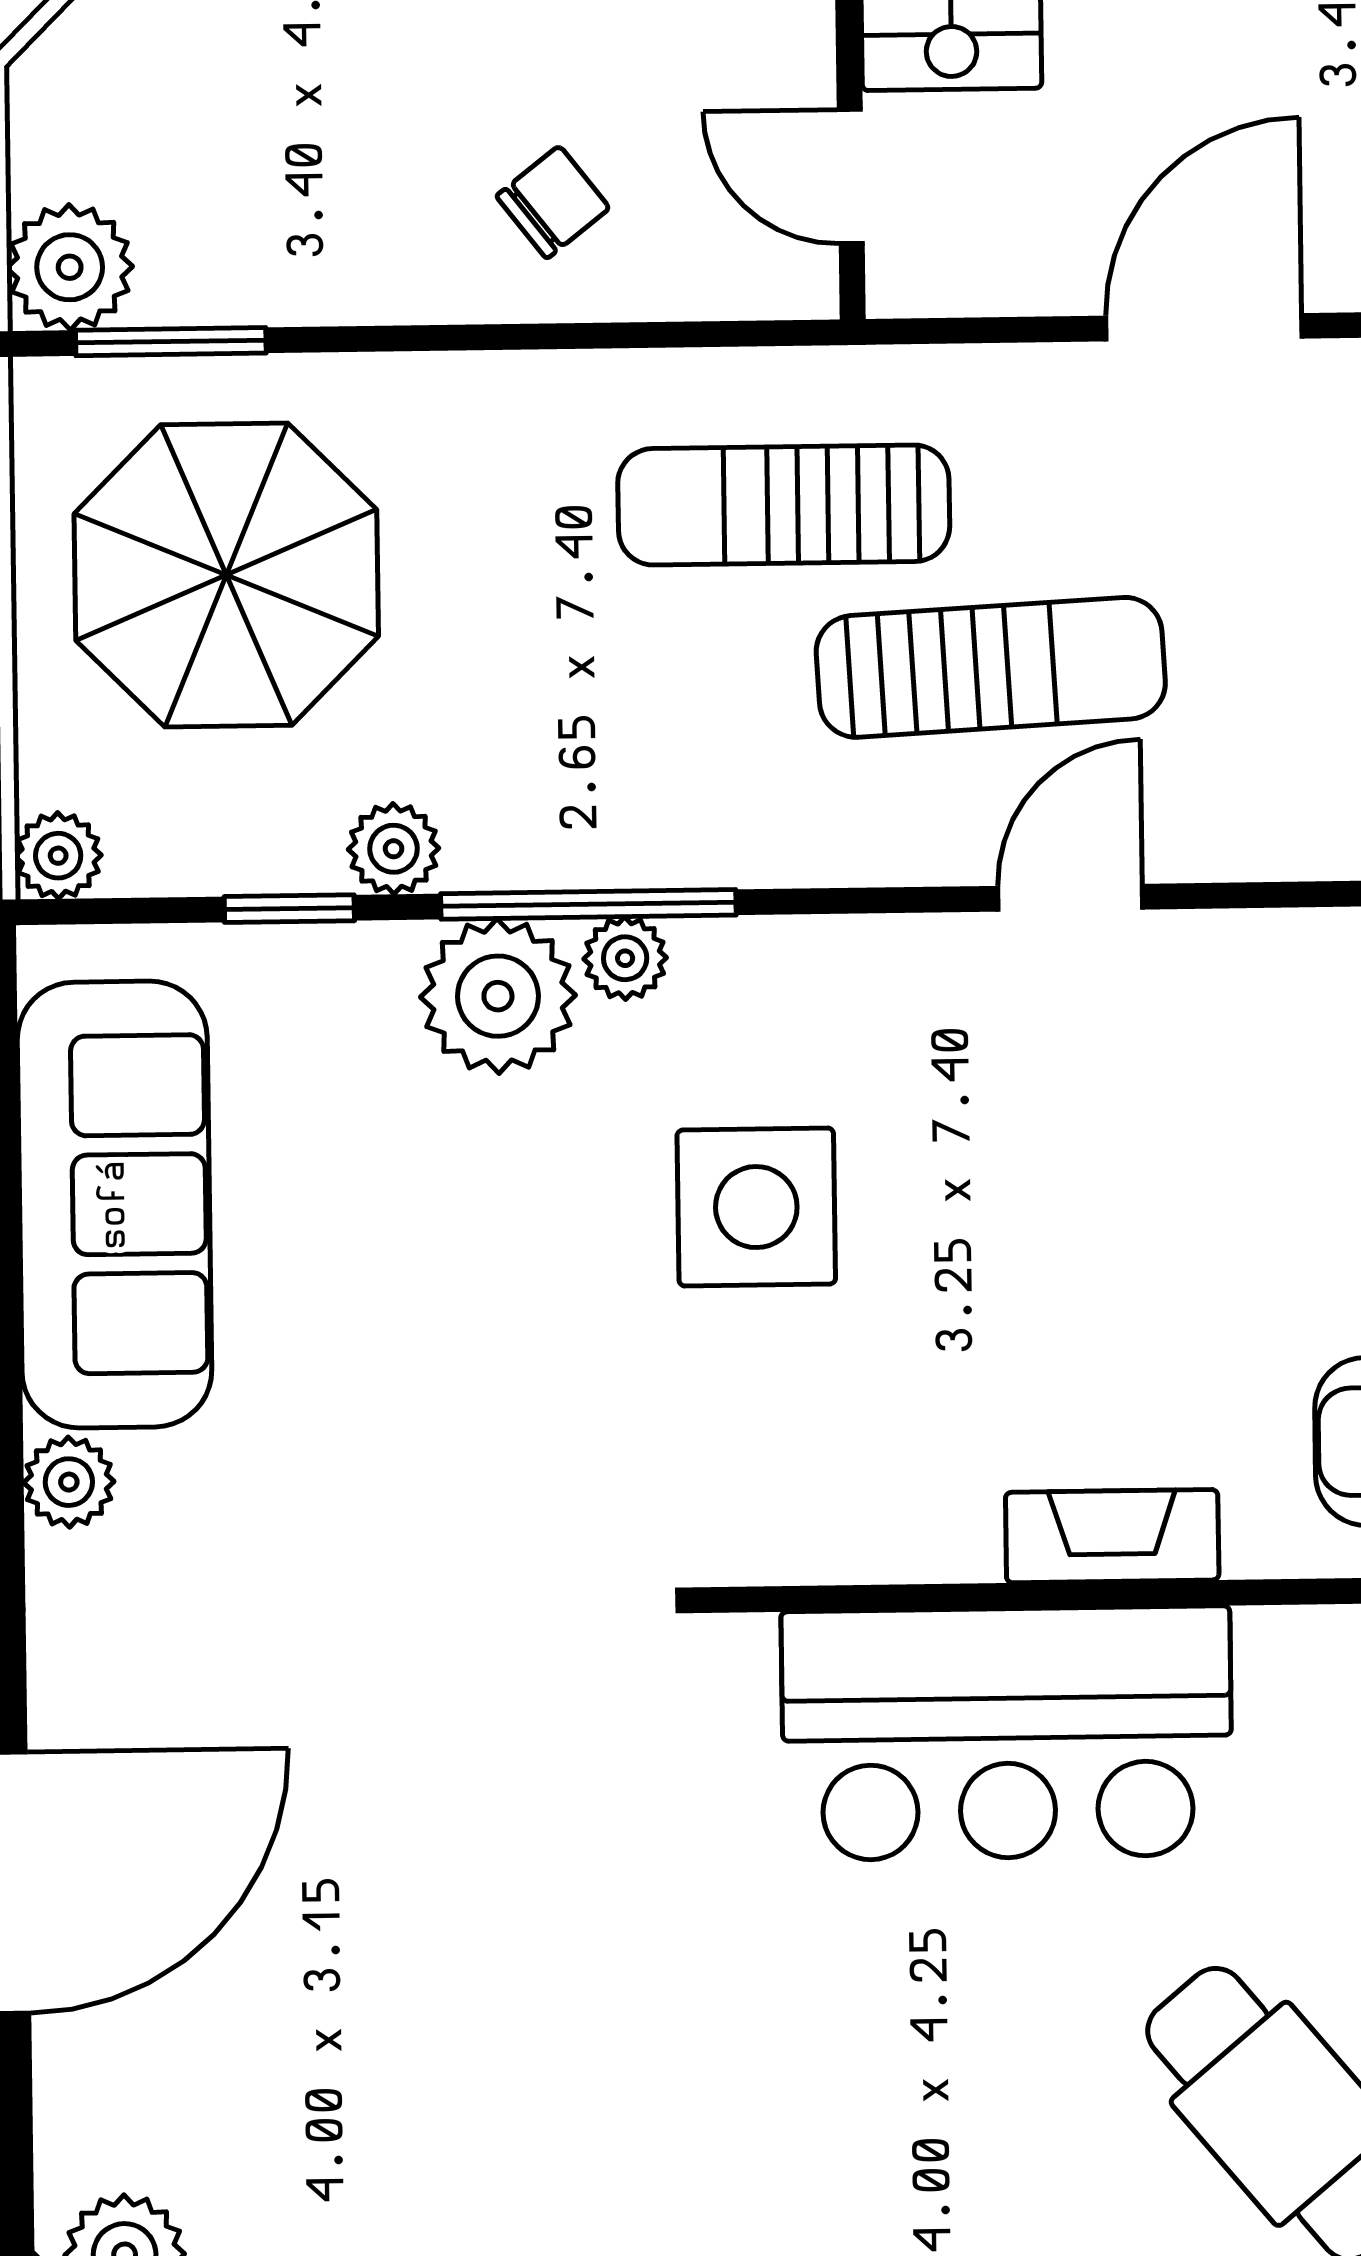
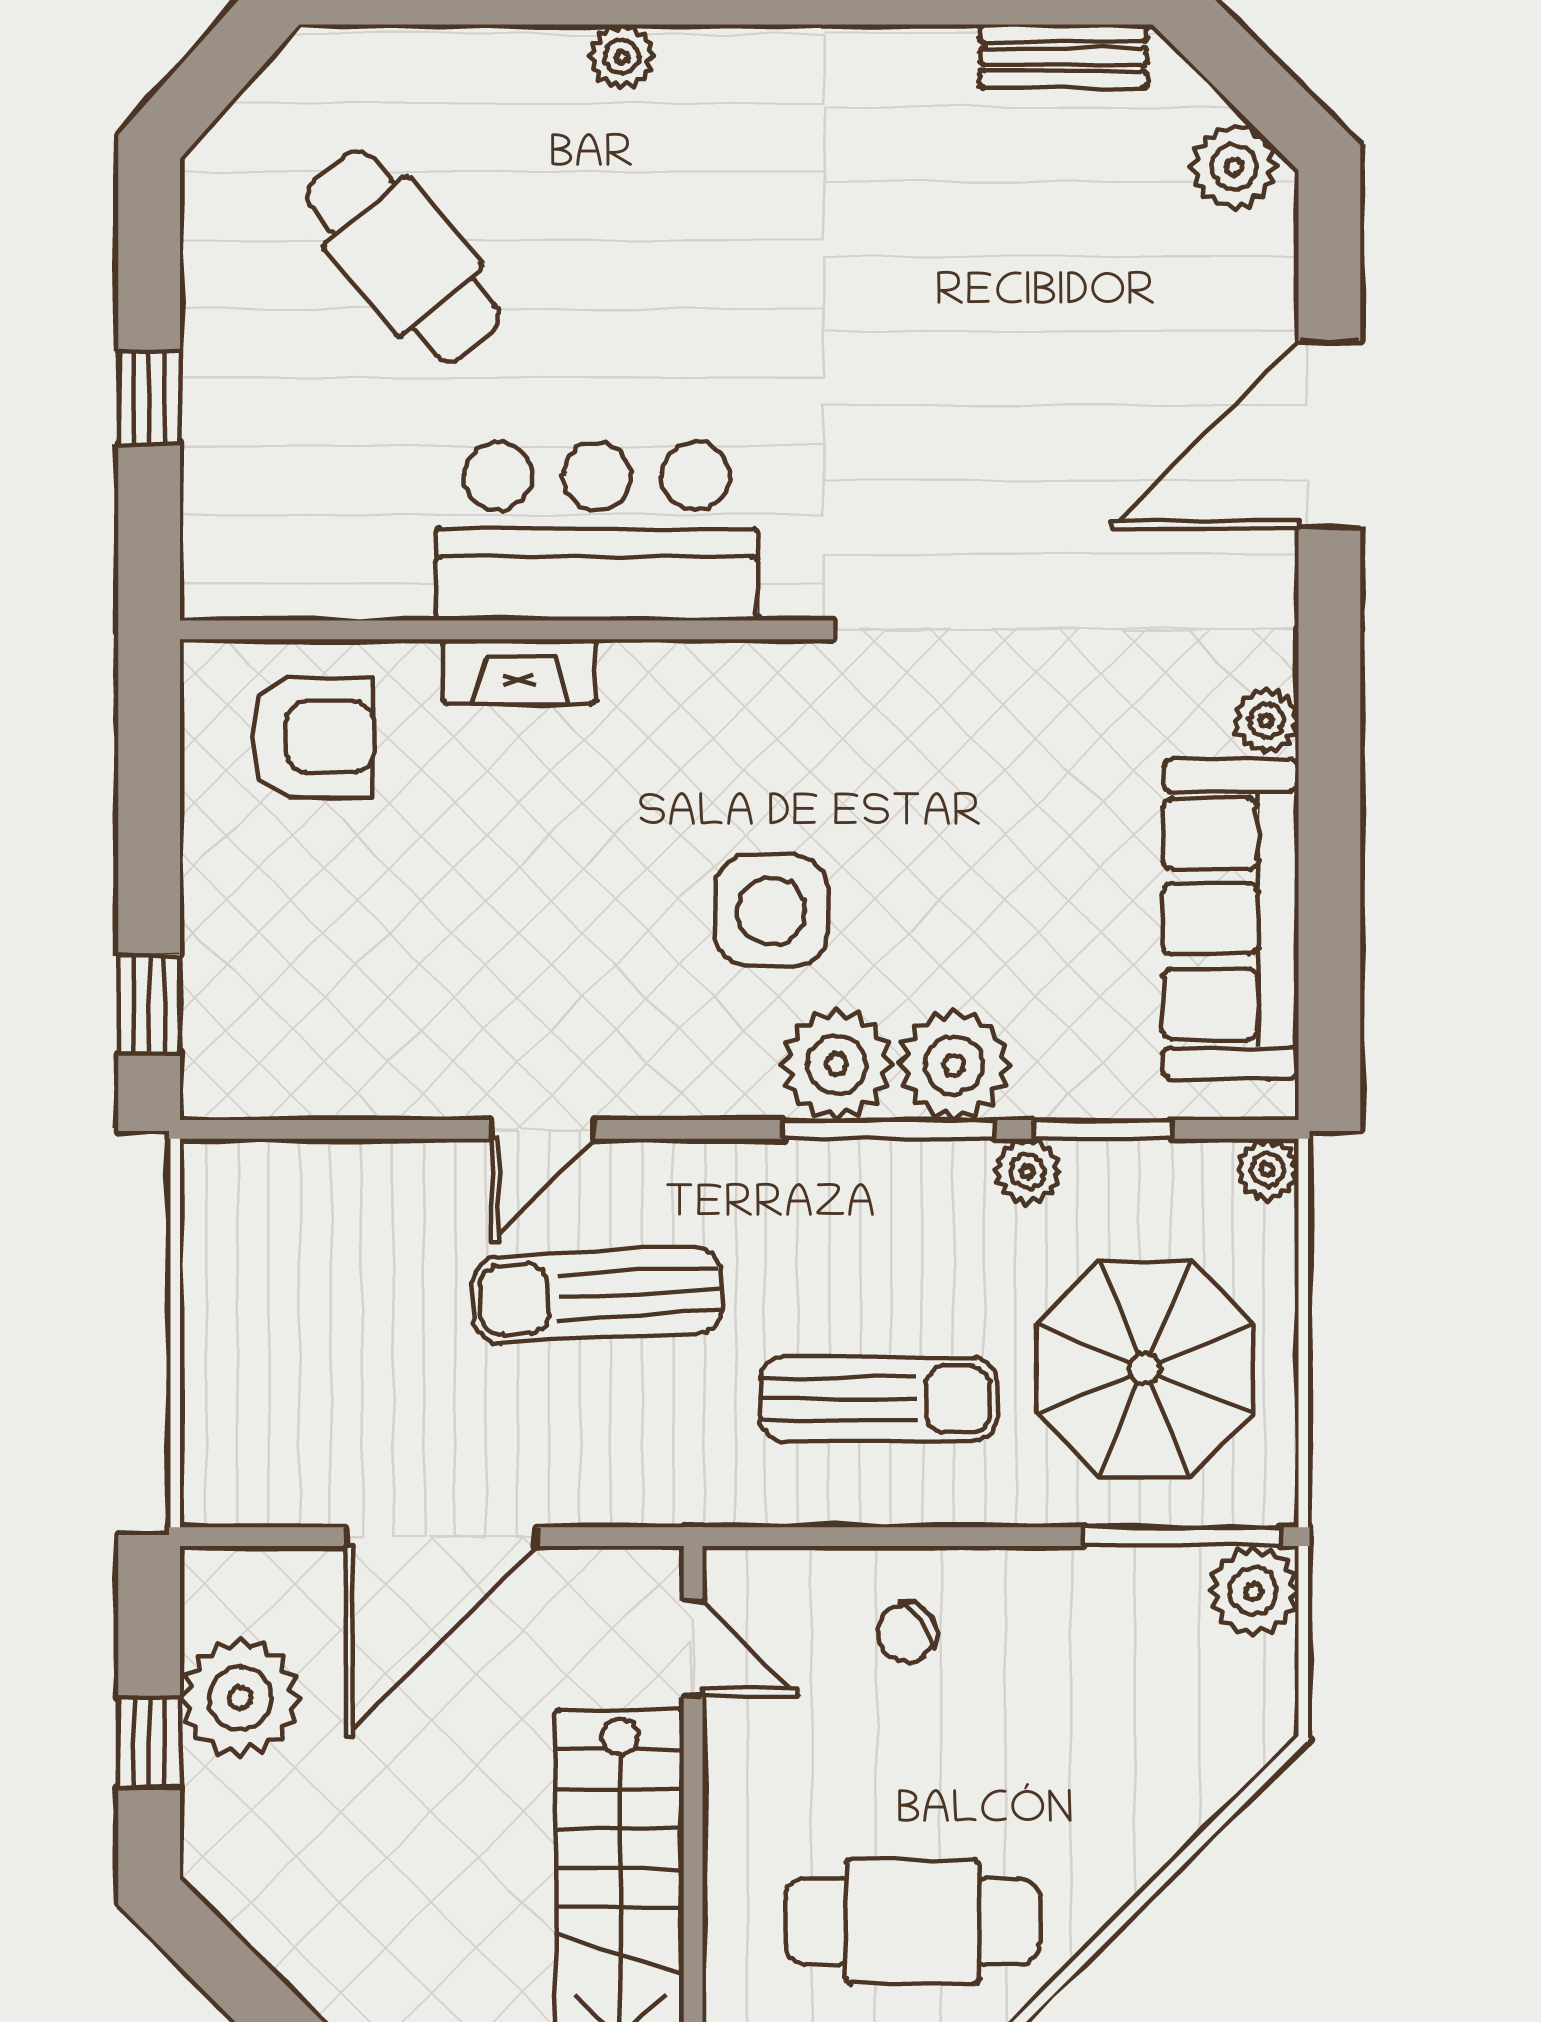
door: (1204, 327) -> (442, 1537), width x1.36
window: (171, 342) -> (1182, 1537), width x1.44
sun lounger: (784, 505) -> (878, 1399), moved
window: (289, 909) -> (1103, 1129), width x1.50
plant: (625, 958) -> (837, 1064), width x1.88, depth x1.88

